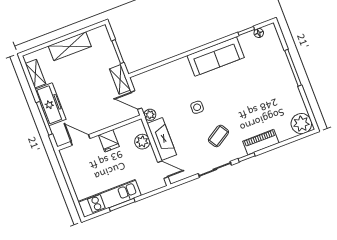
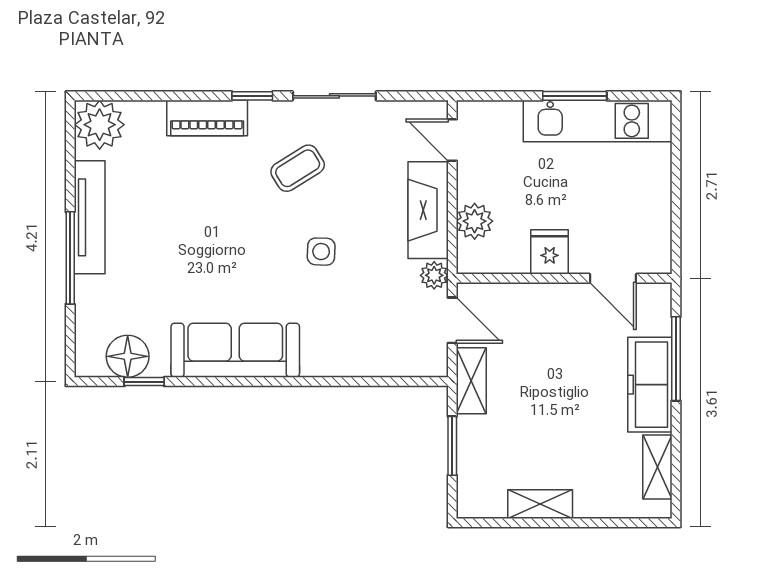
floor lamp: (259, 33) -> (128, 356), width x1.89, depth x1.89
shelving: (70, 46) -> (540, 504), width x0.67, depth x0.75
tv unit: (292, 86) -> (90, 217), added

